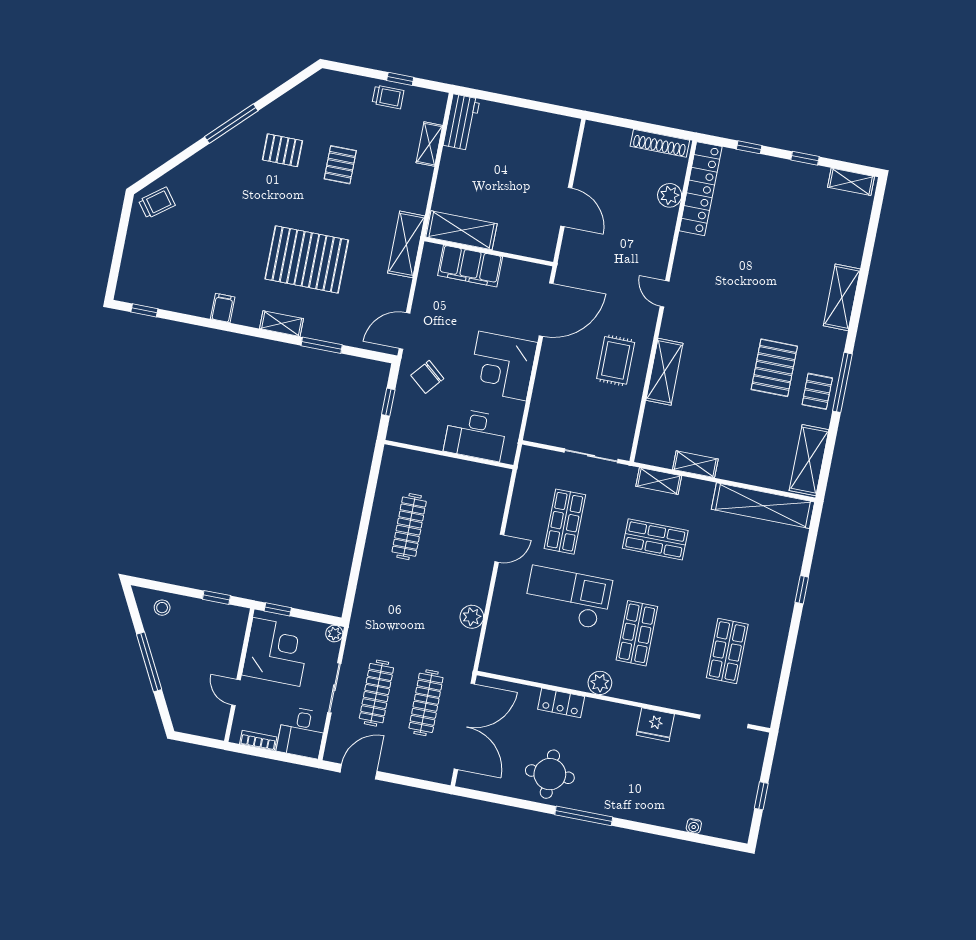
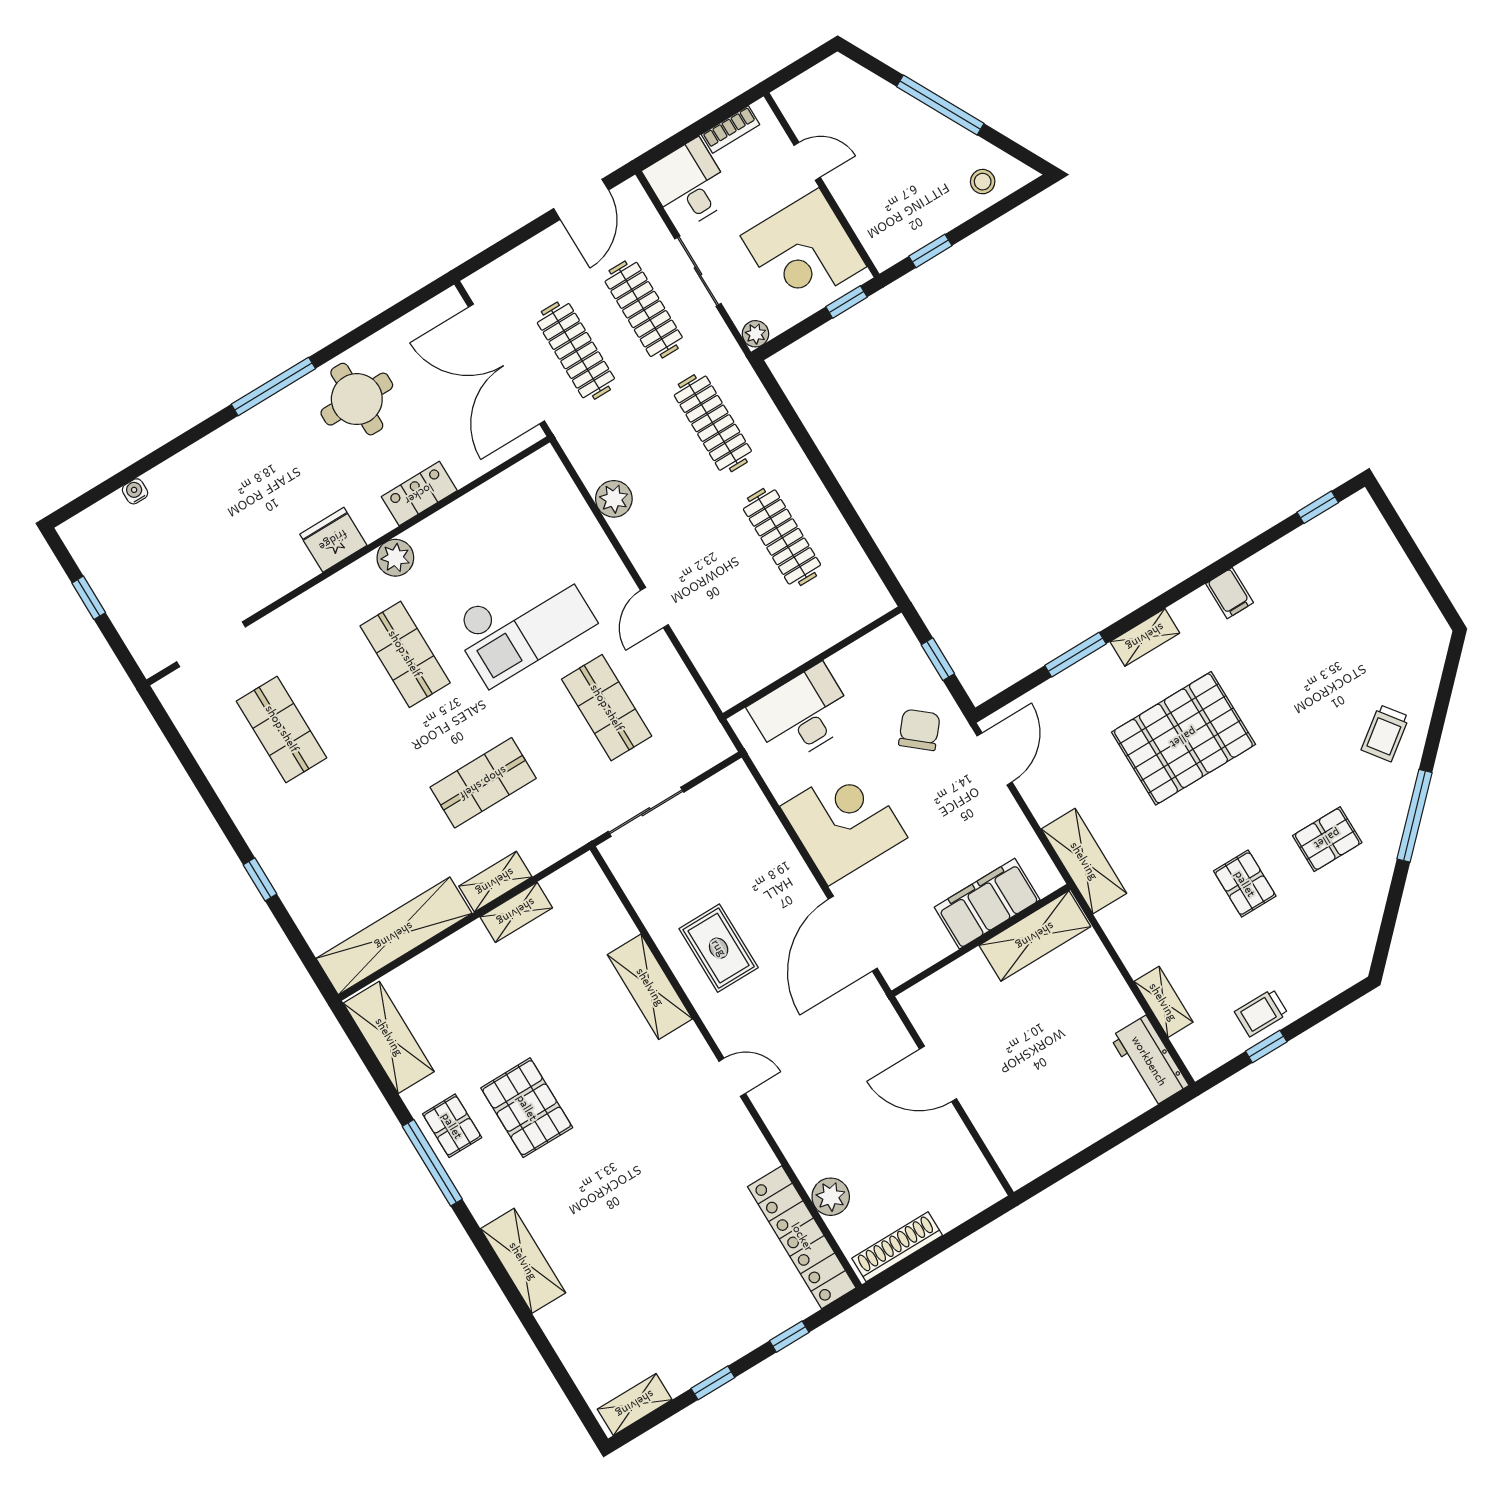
trolley: (157, 203) -> (1385, 733), moved
shelving: (659, 481) -> (495, 882), moved
clothes rail: (393, 610) -> (713, 423), added
fridge: (655, 725) -> (333, 540), moved

